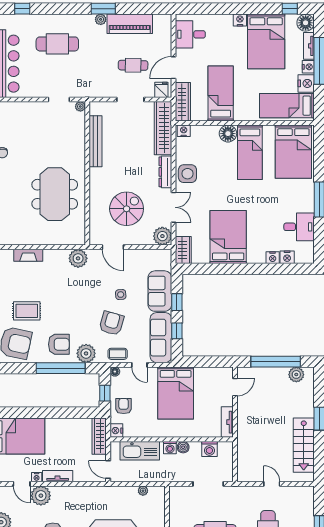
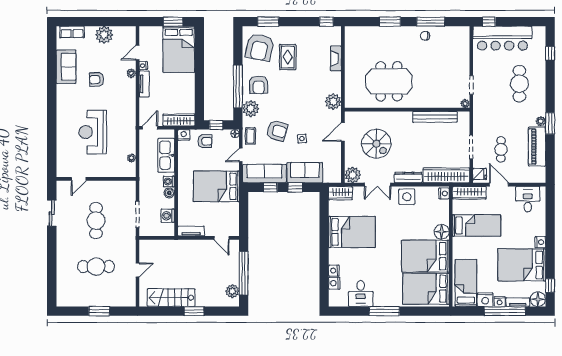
bed: (250, 152) -> (425, 256), width x1.50
plant: (41, 496) -> (131, 73), width x0.53, depth x0.53

